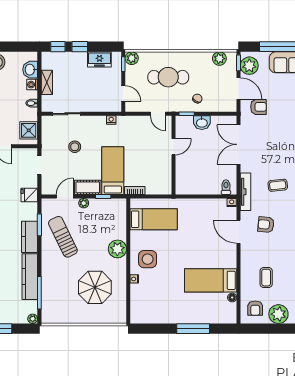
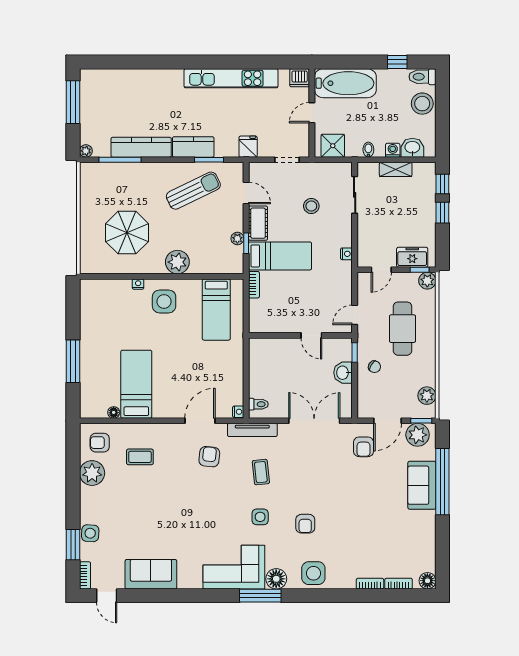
freezer: (99, 59) -> (412, 257), moved, turned 90
plant: (84, 203) -> (237, 238), moved

